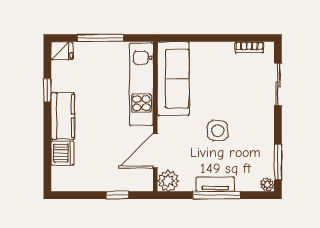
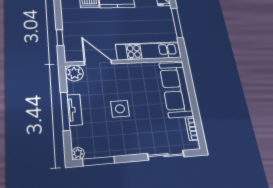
sofa: (173, 79) -> (176, 89), moved, turned 90

